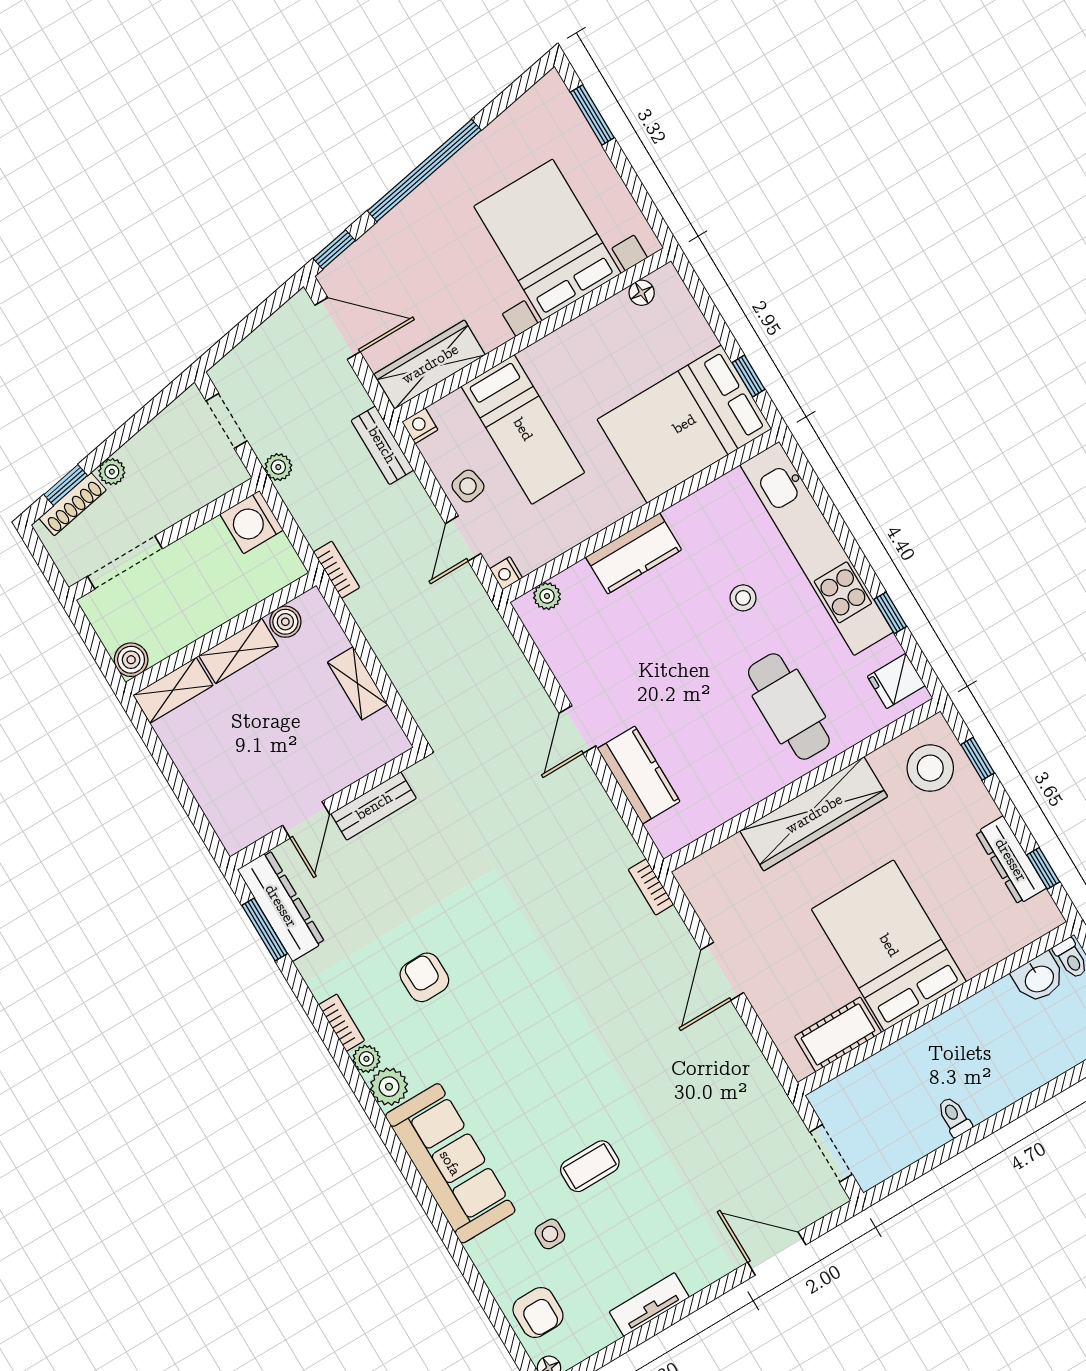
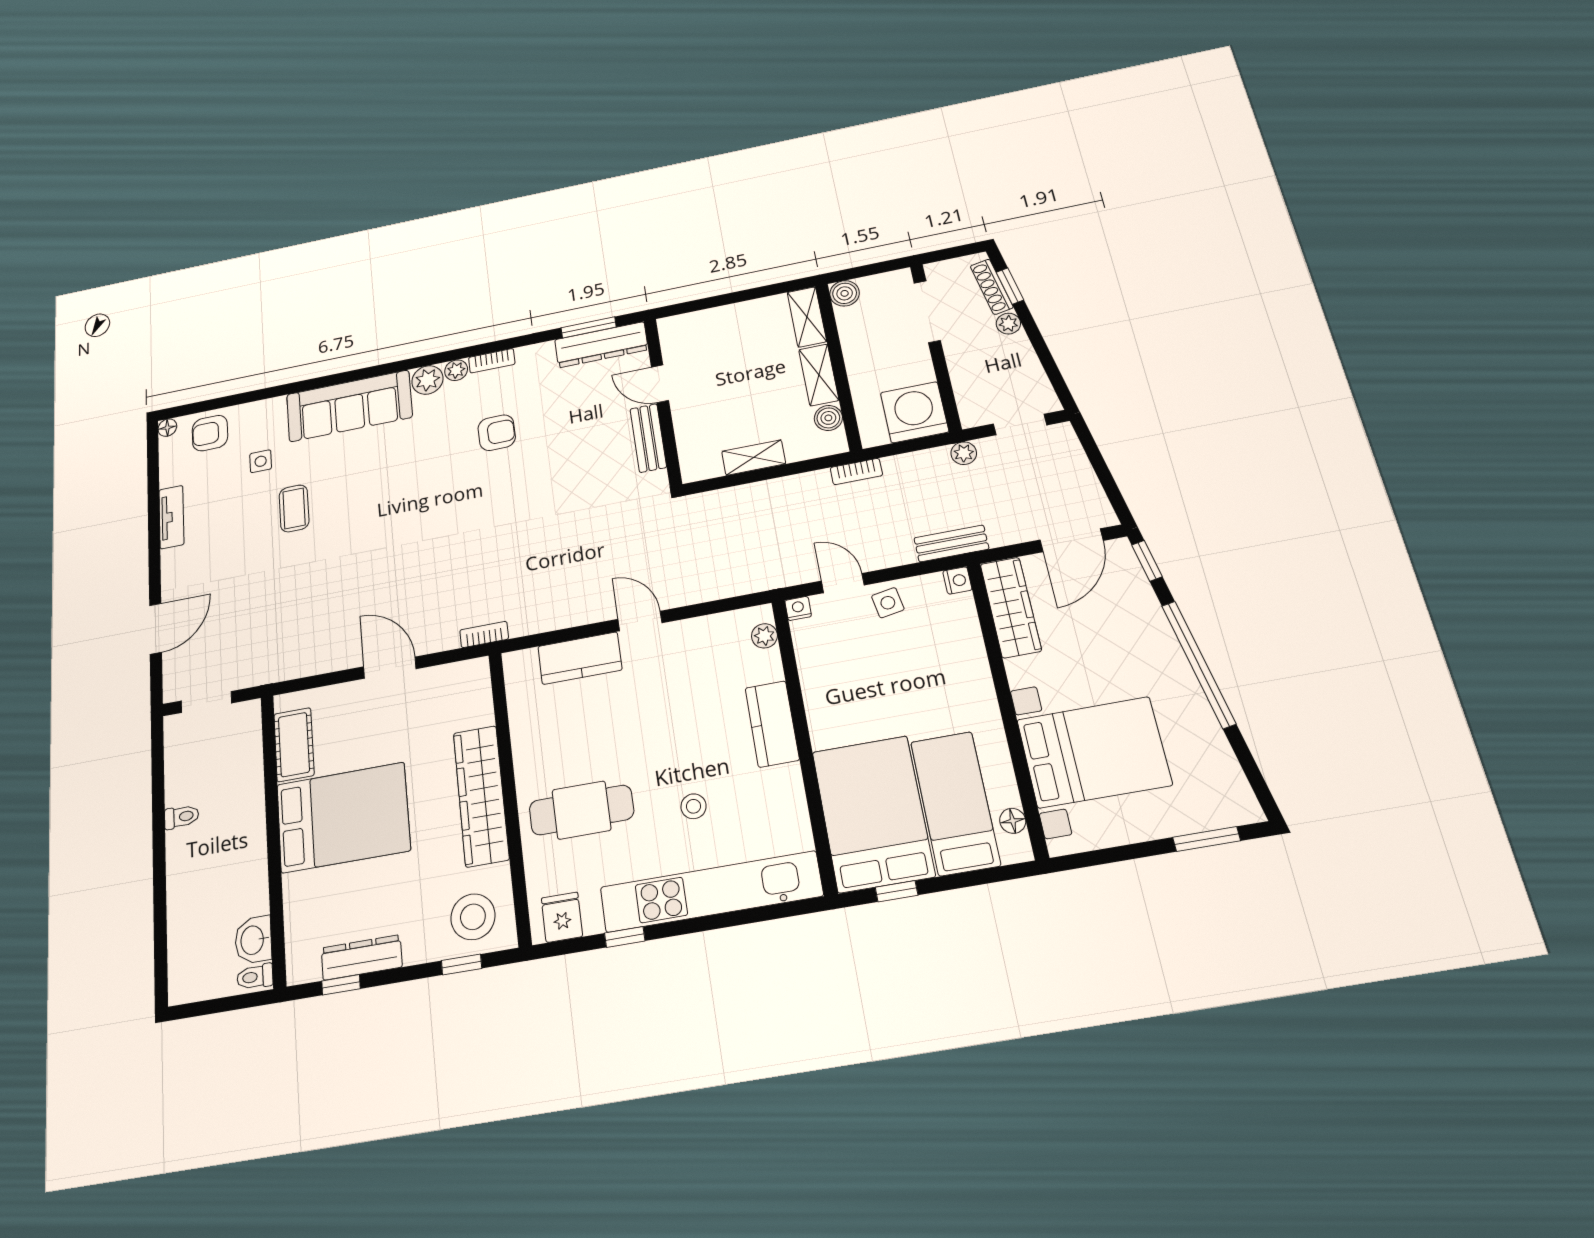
bed: (523, 429) -> (955, 803), moved, turned 90
washing machine: (252, 522) -> (914, 412), width x1.37, depth x1.37

